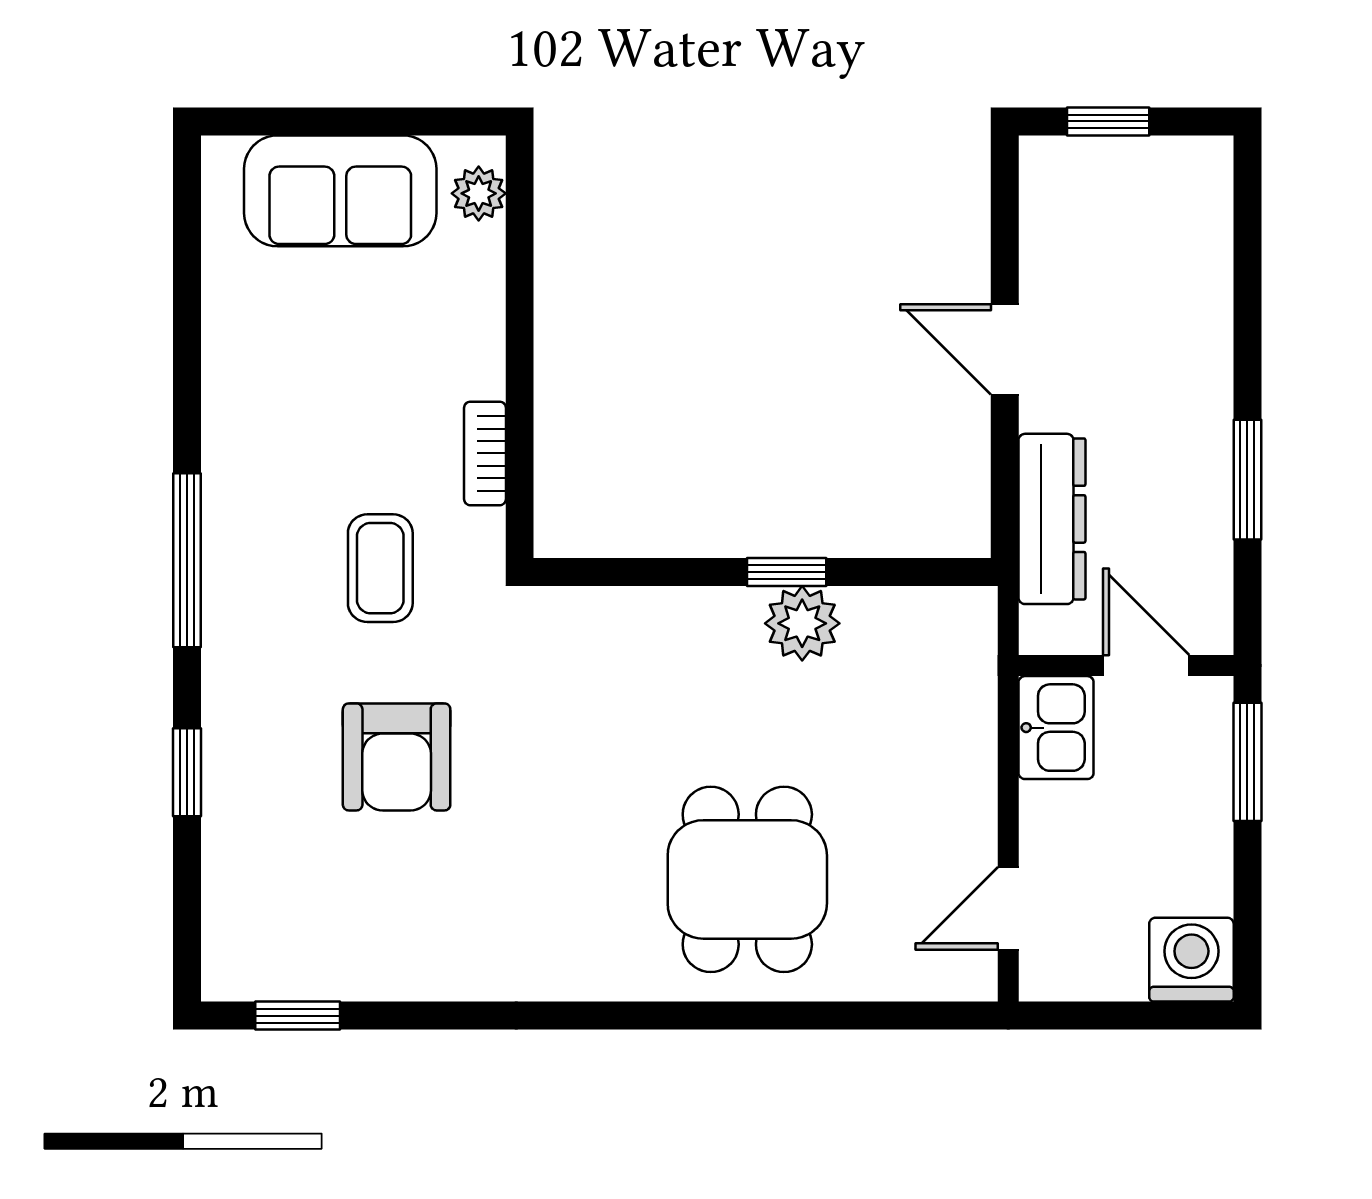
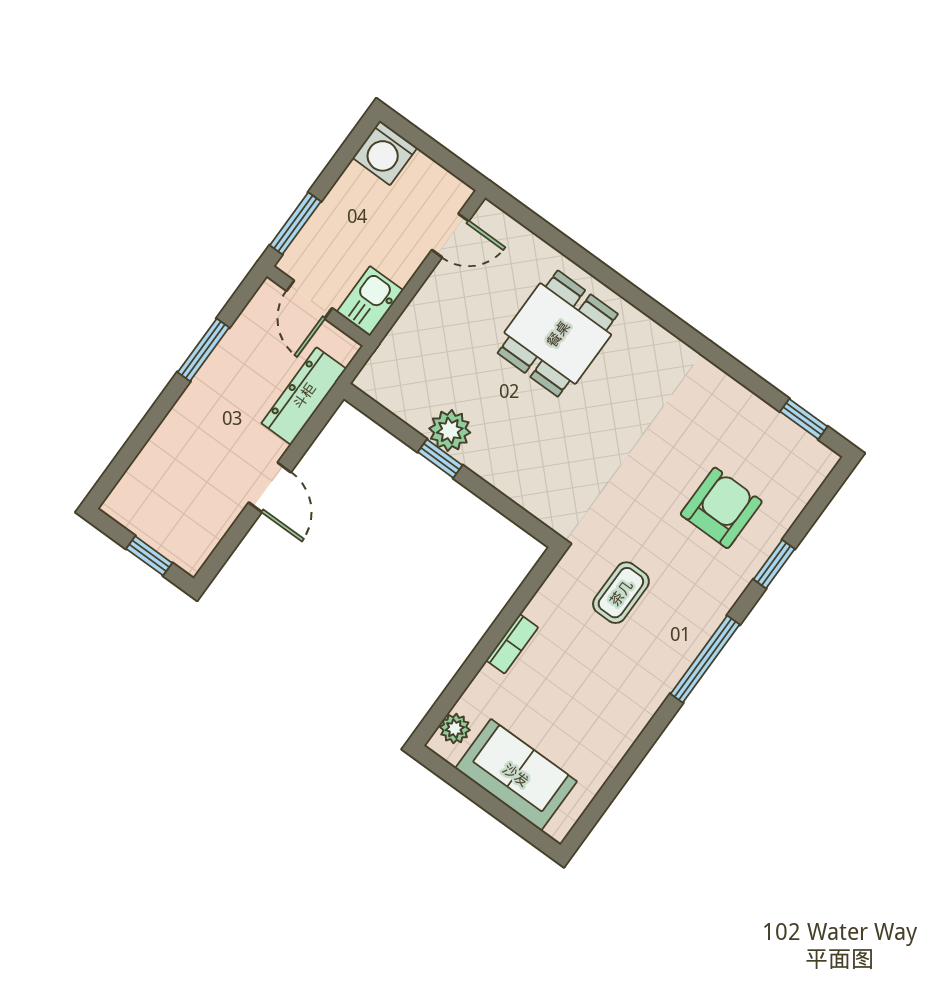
bookcase: (485, 453) -> (512, 644), moved
armchair: (397, 757) -> (721, 508), moved

